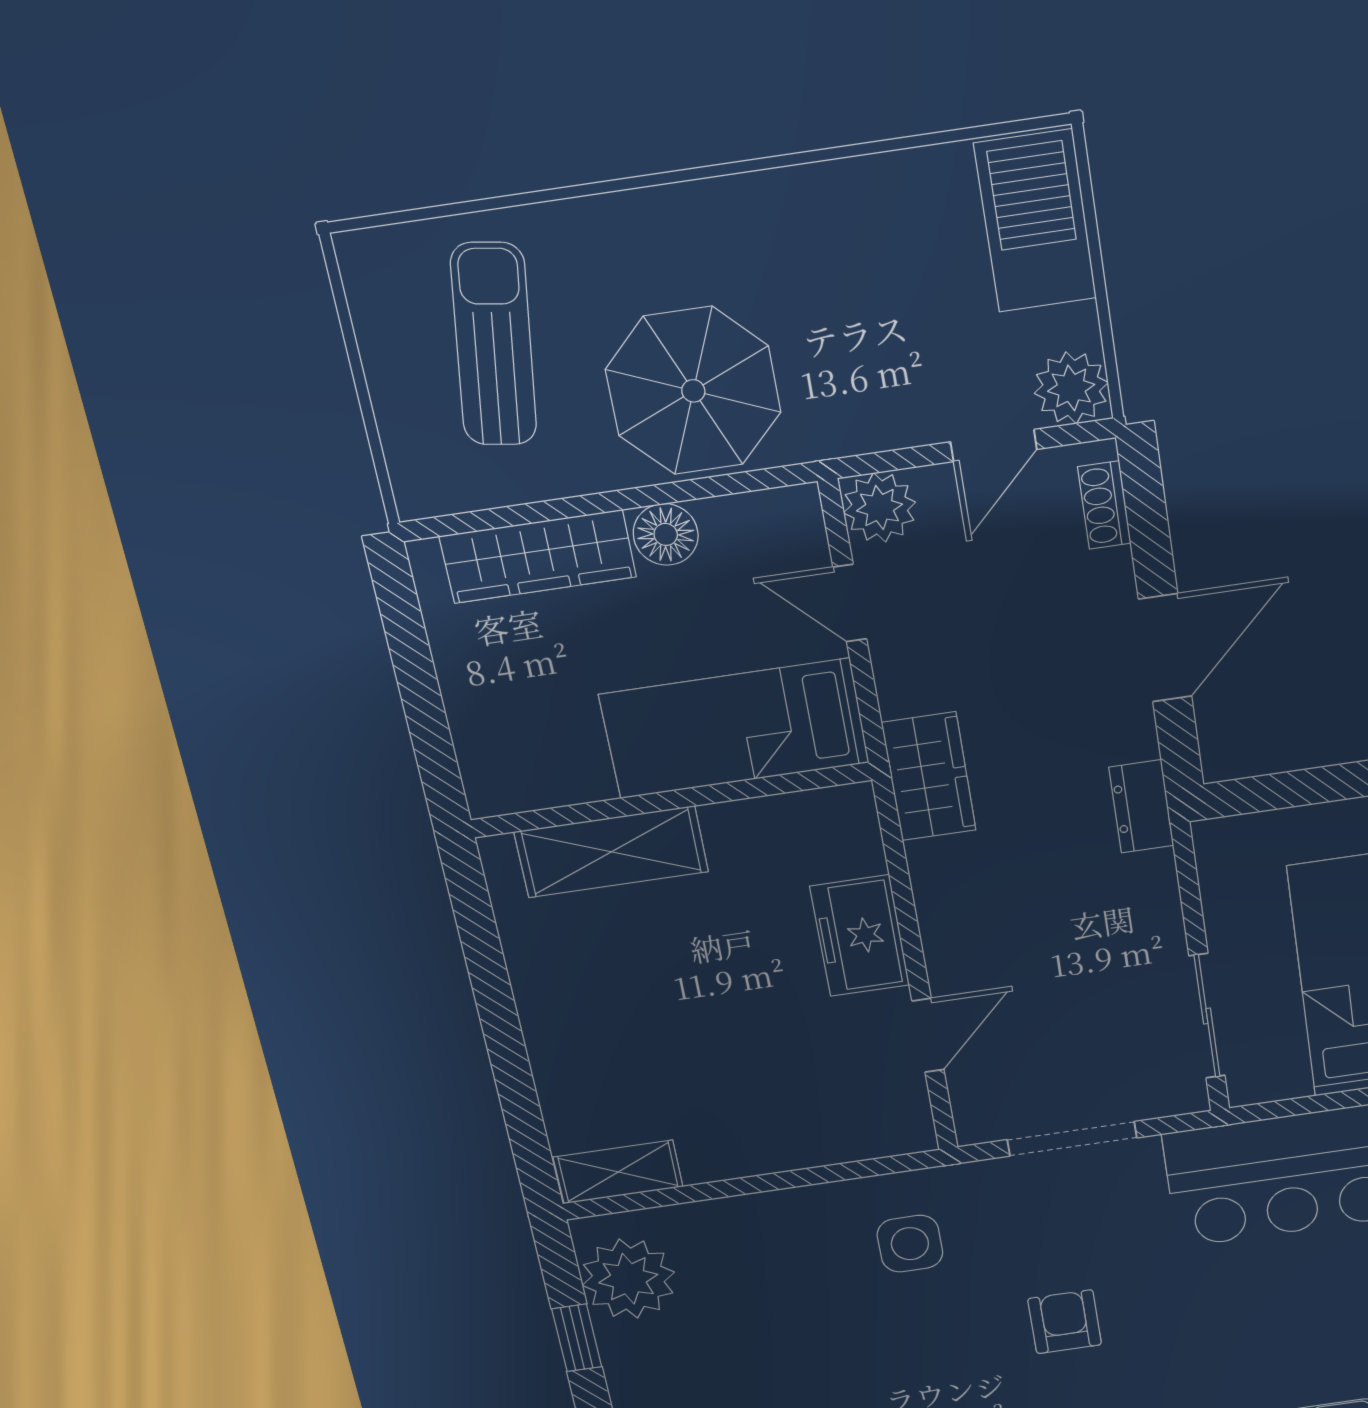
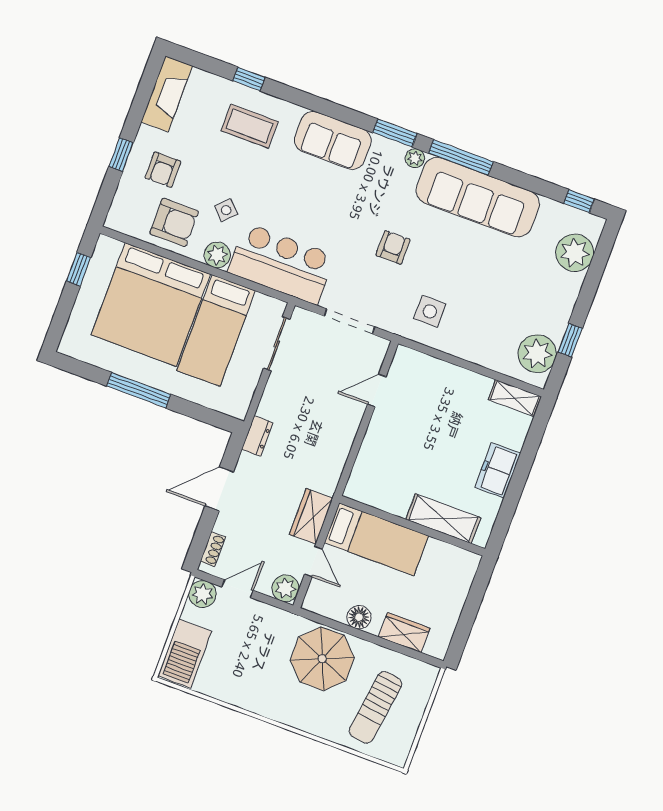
wardrobe: (538, 557) -> (404, 633), width x0.67
wardrobe: (929, 776) -> (311, 516), moved
freezer: (860, 936) -> (498, 470), moved, turned 180
armchair: (1065, 1322) -> (393, 247), turned 180

